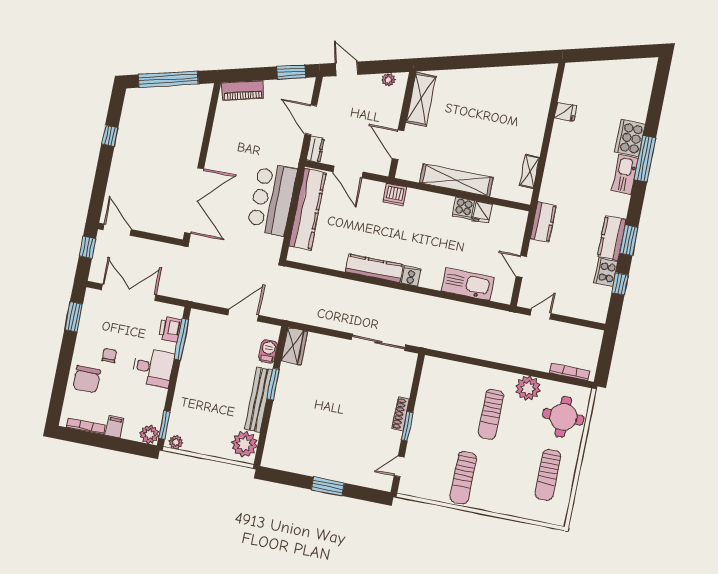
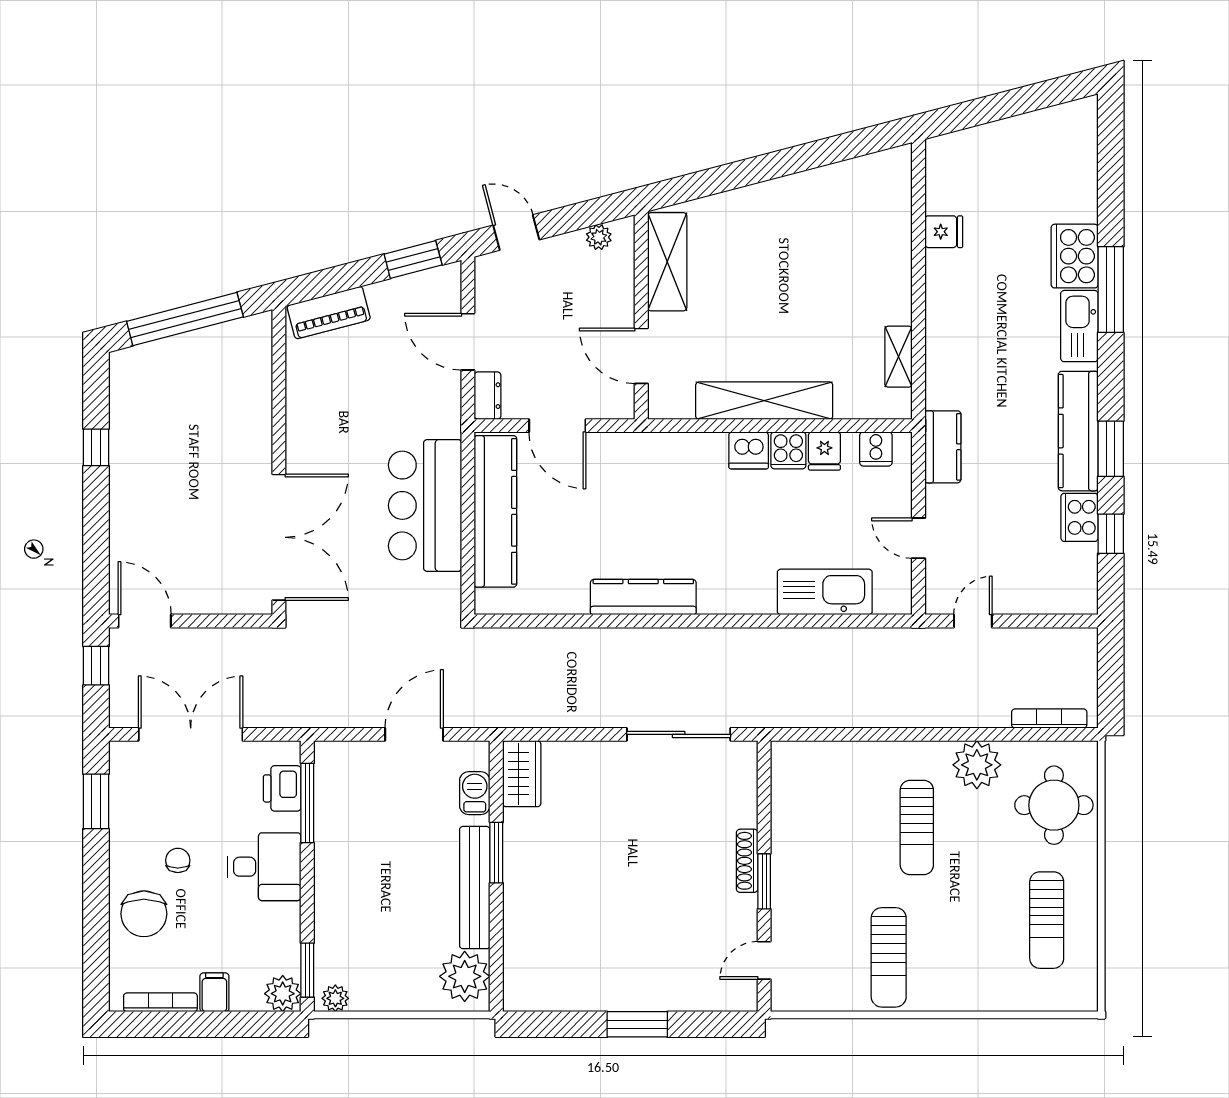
dishwasher: (395, 194) -> (749, 450), moved
kitchen counter: (612, 238) -> (1078, 431), width x1.50
cooker: (411, 276) -> (876, 449), moved, turned 180

